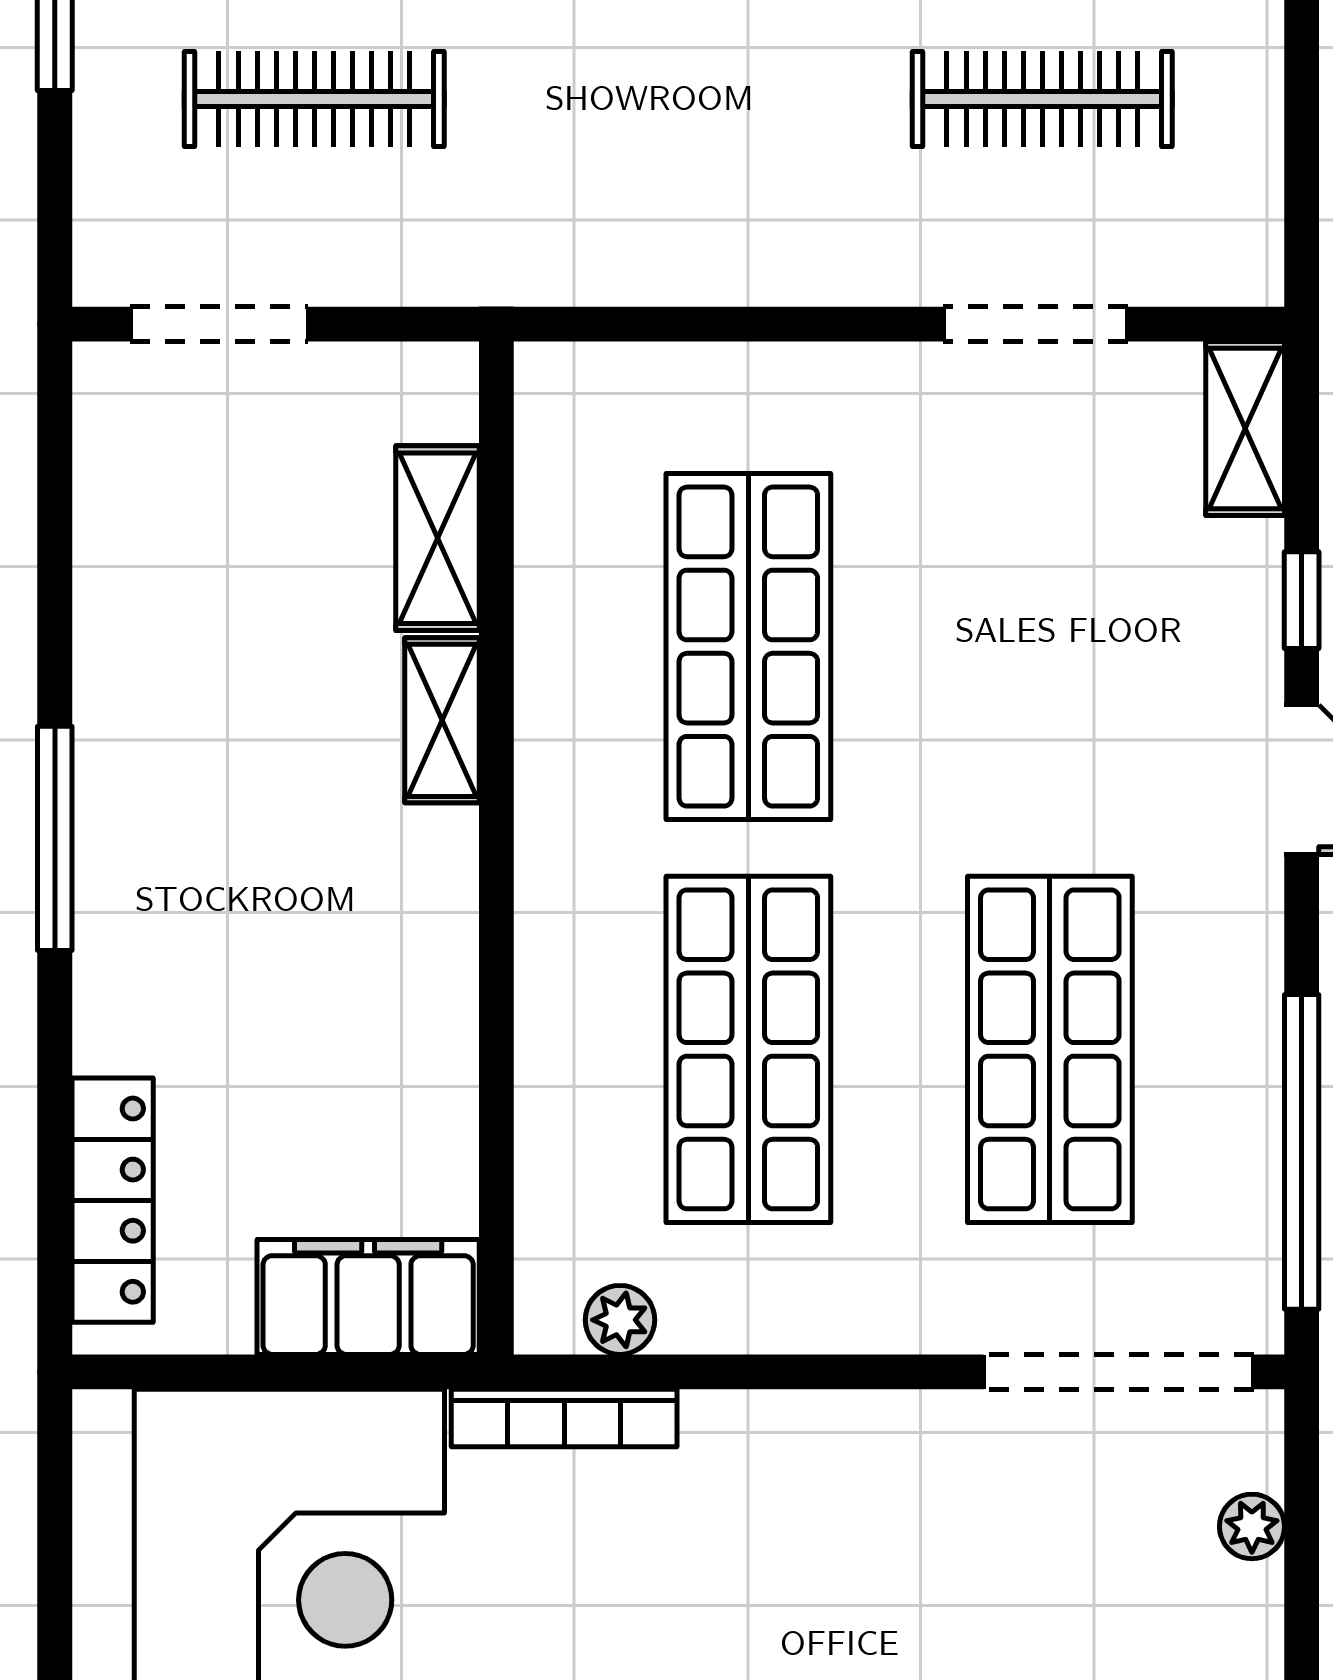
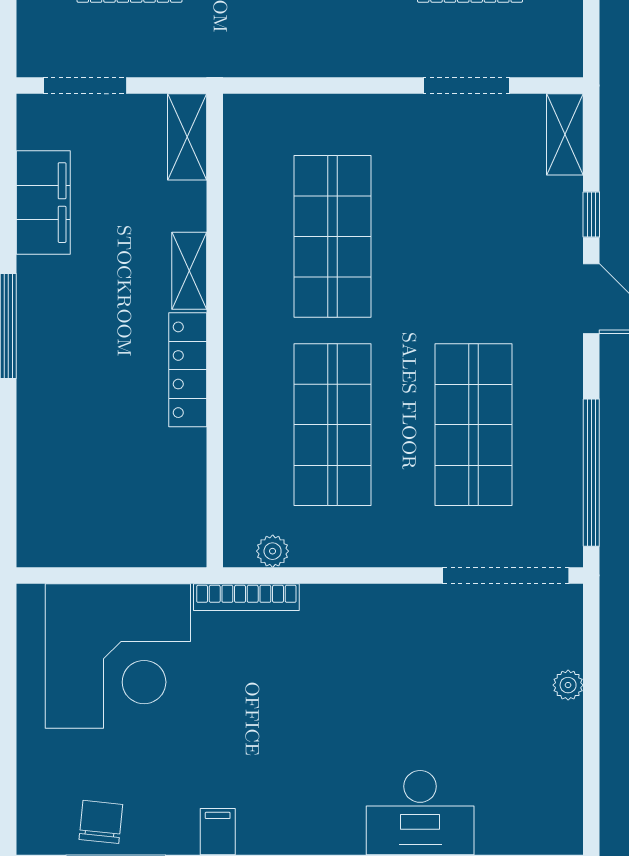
shelving: (437, 538) -> (187, 137), moved
locker: (113, 1200) -> (188, 370), moved, turned 180
filing cabinet: (368, 1297) -> (43, 203), moved, turned 90
plant: (1252, 1526) -> (568, 685), moved

